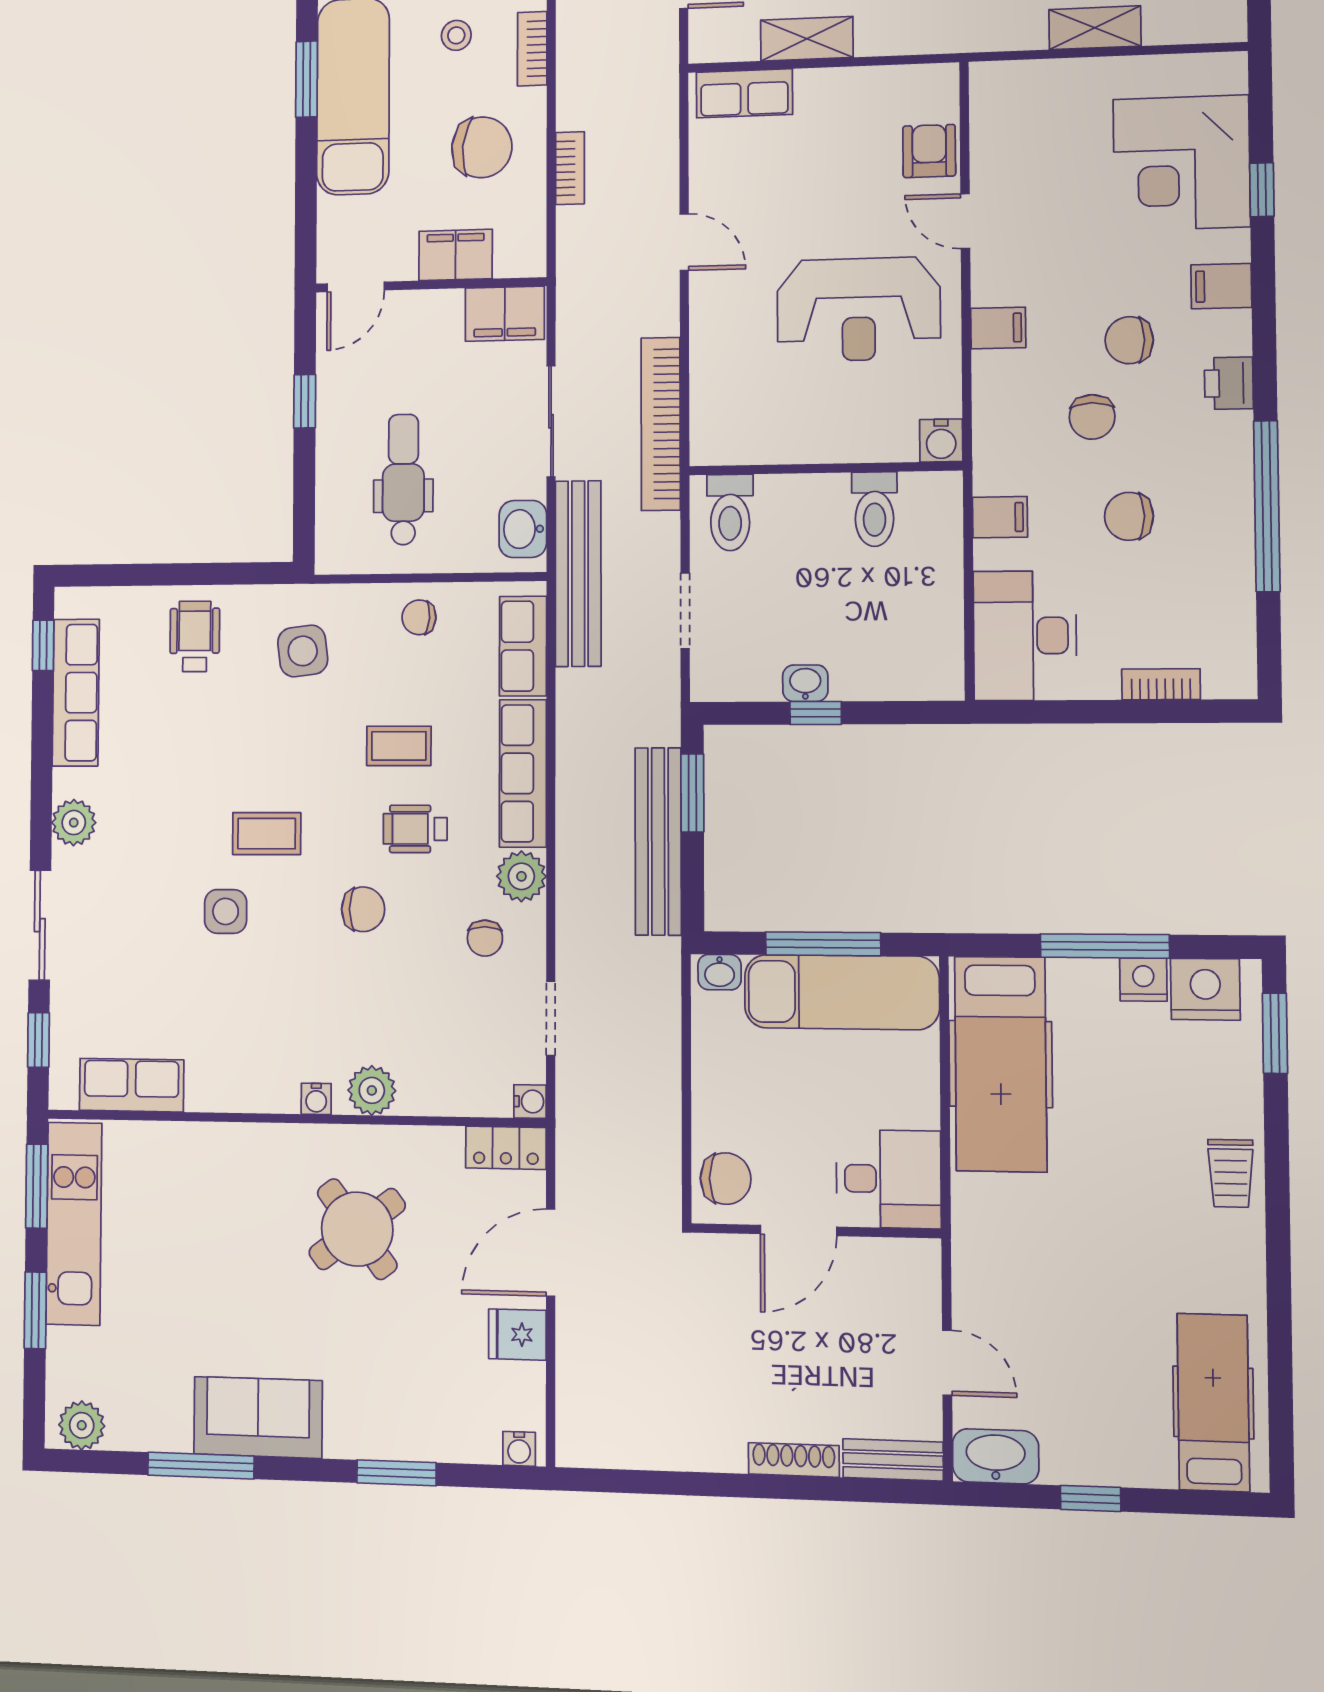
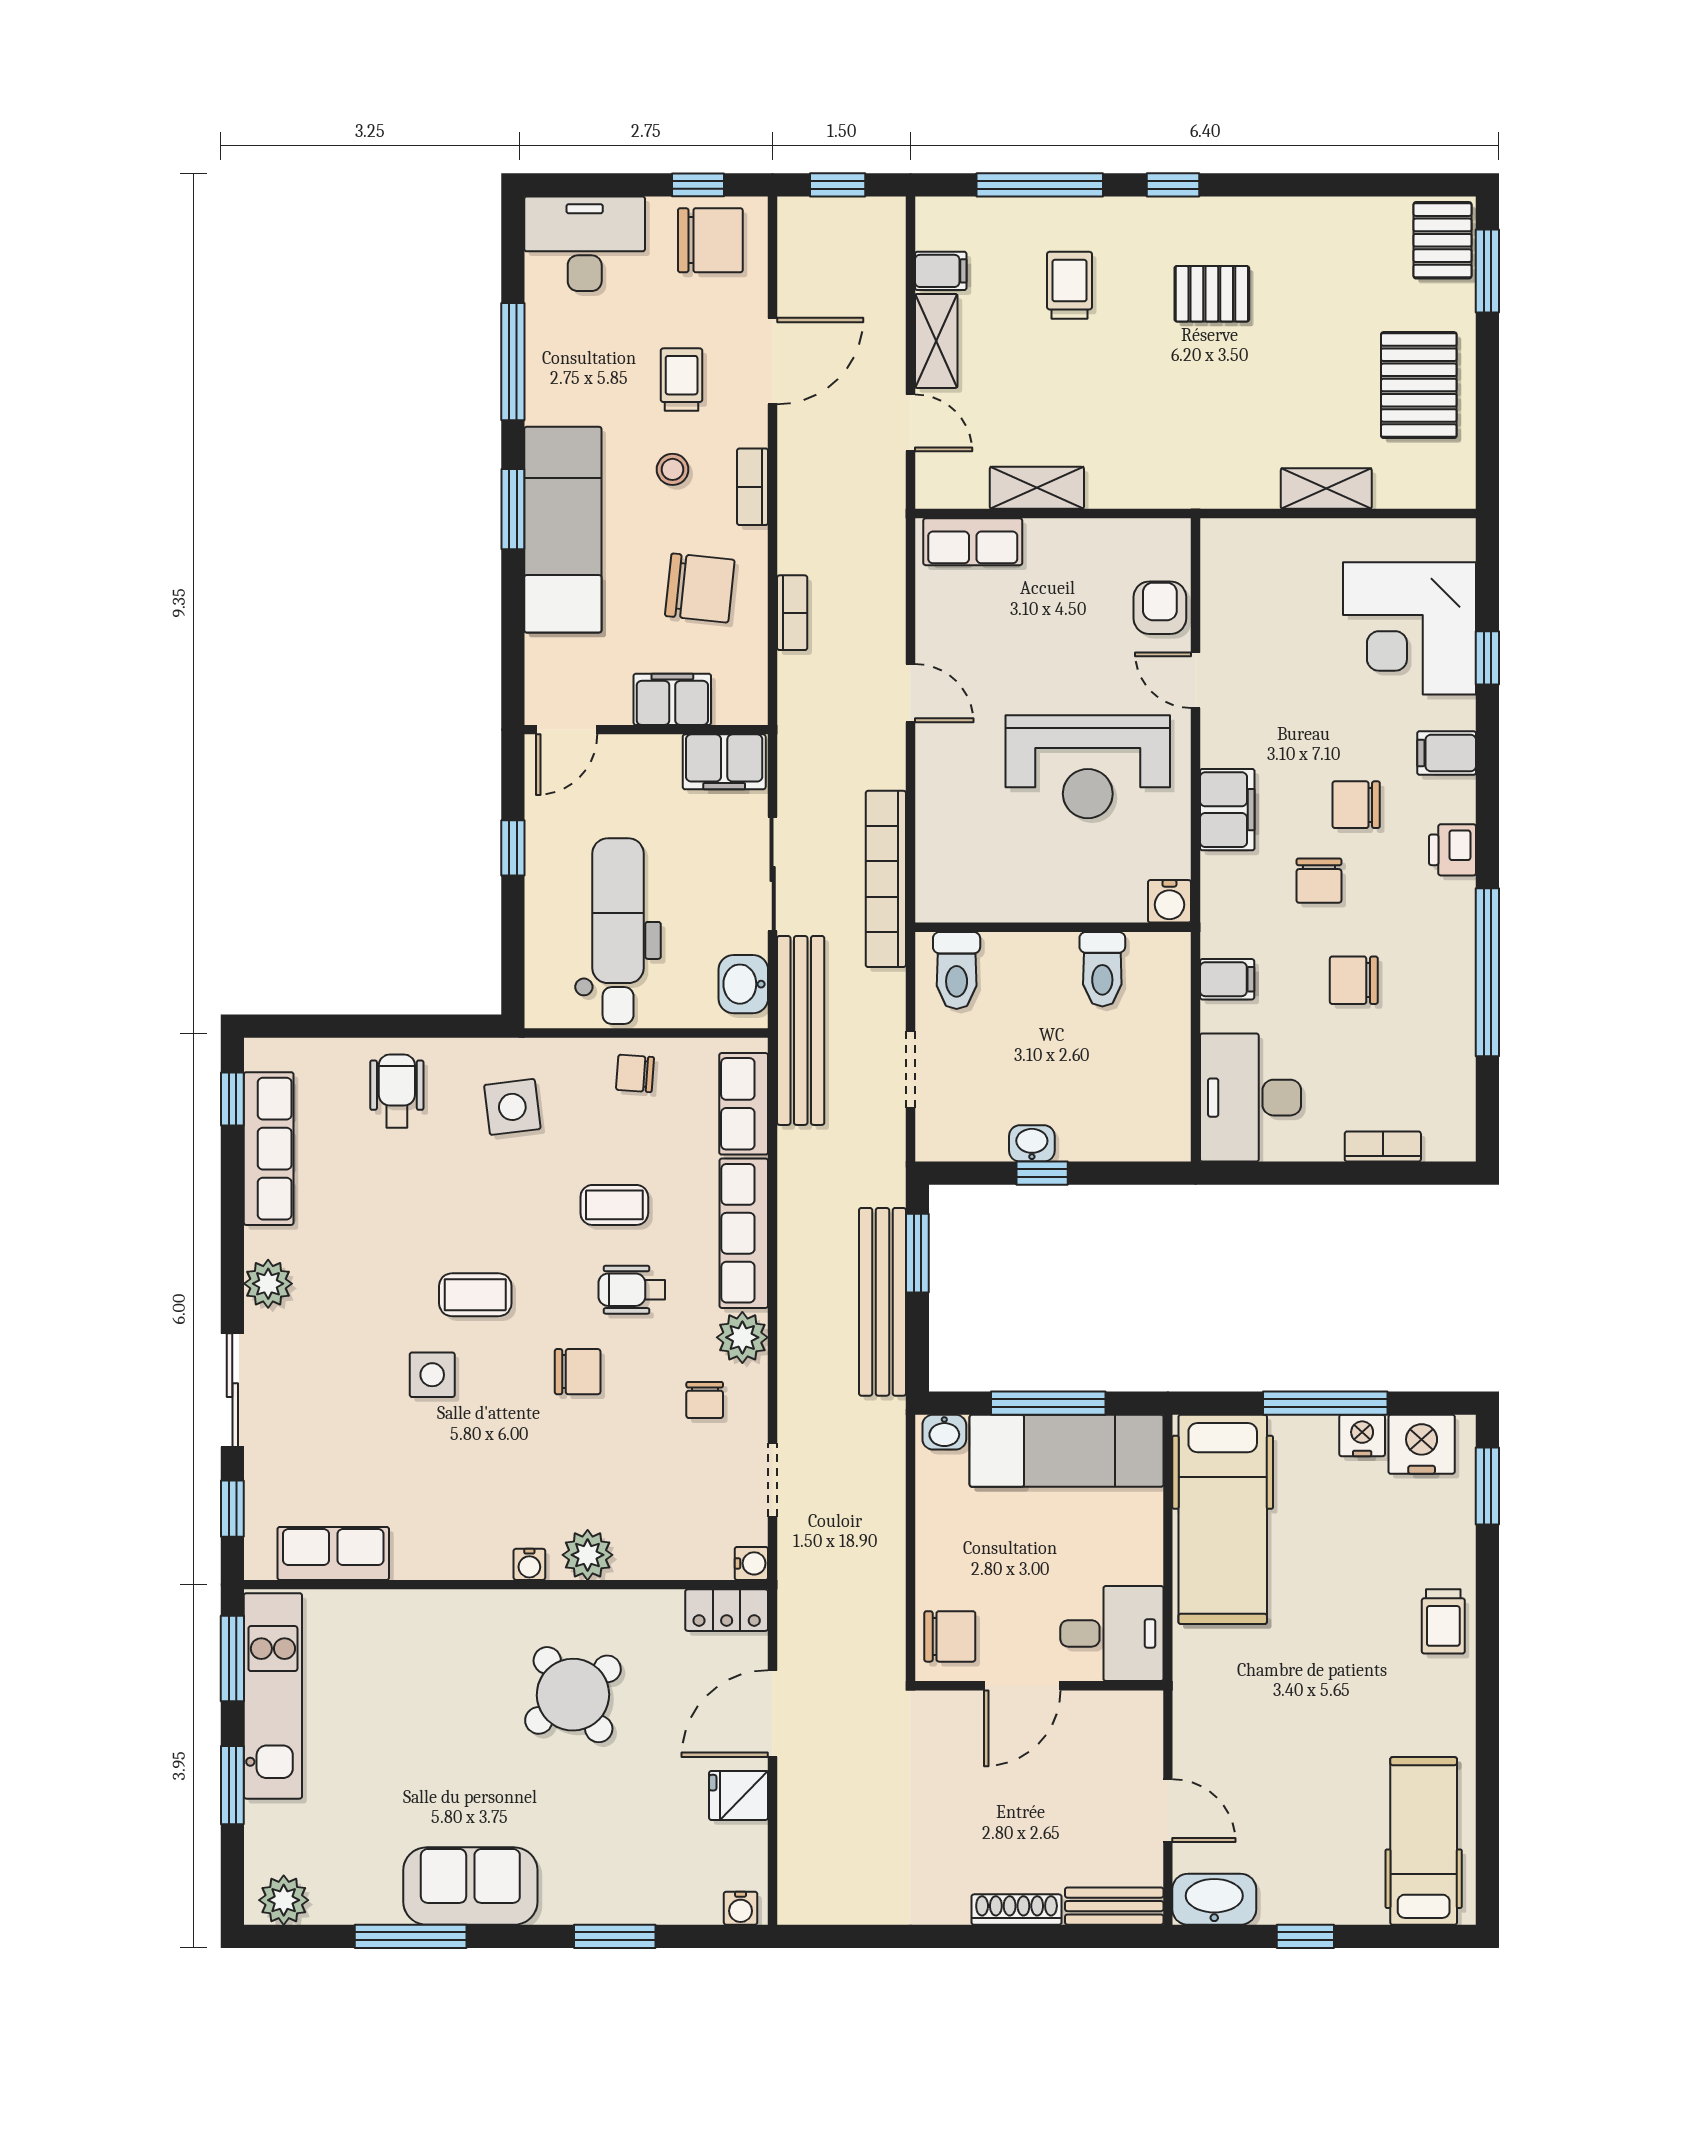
filing cabinet: (998, 328) -> (1227, 810), width x2.00
dental chair: (403, 480) -> (618, 931), width x1.36, depth x1.38

